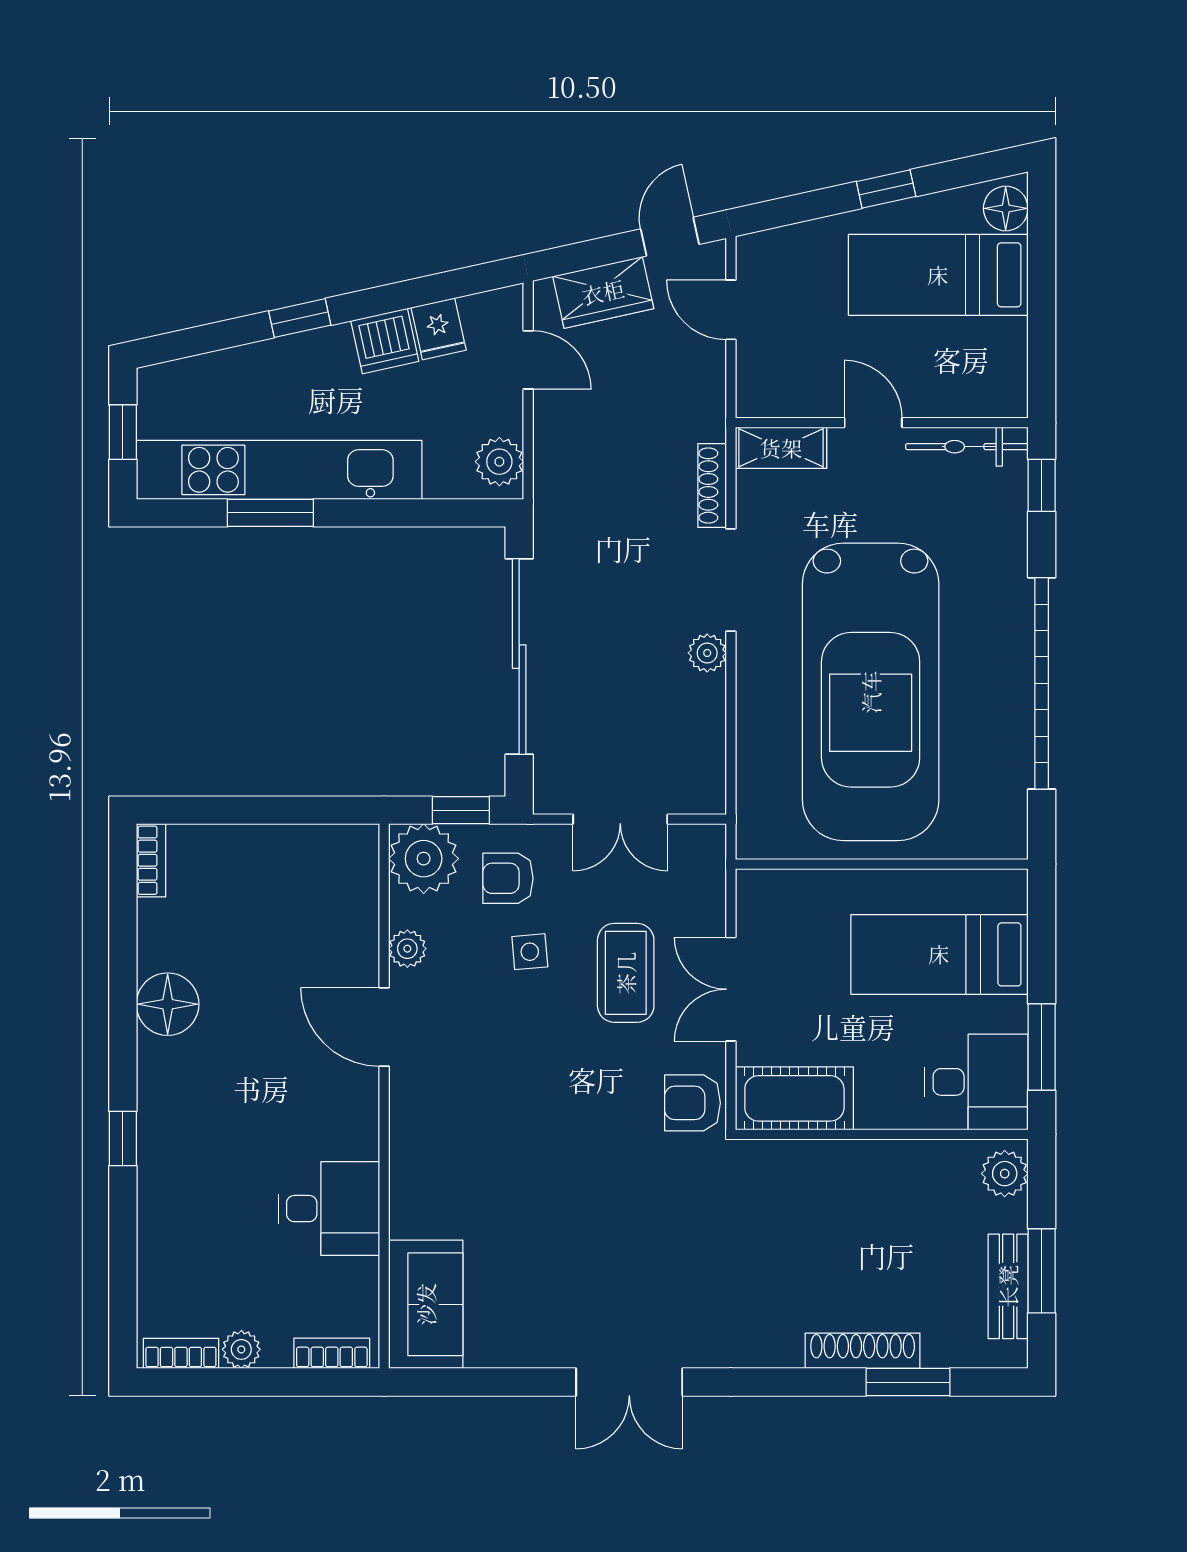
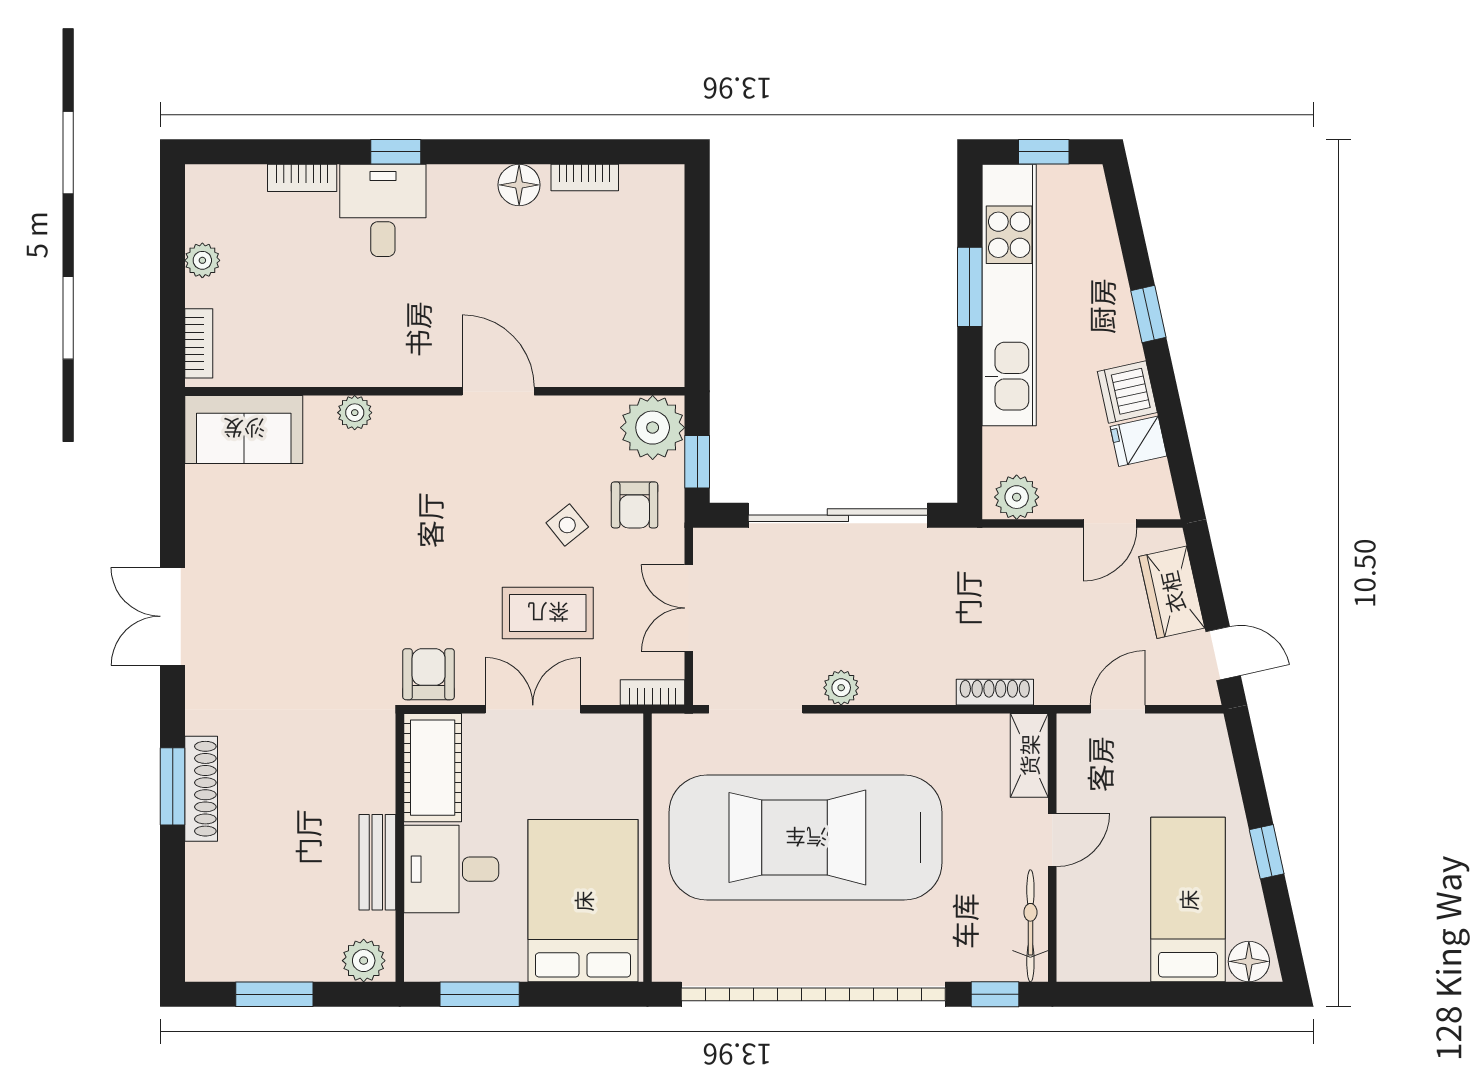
door: (731, 310) -> (1118, 709), moved
doorway: (731, 580) -> (756, 709), moved
garage door: (1042, 683) -> (813, 994), width x1.36
bookcase: (712, 859) -> (653, 692), added
bookcase: (151, 860) -> (585, 178), moved
armchair: (508, 878) -> (635, 505), turned 180
plant: (407, 949) -> (355, 413), moved
side table: (530, 952) -> (567, 525), turned -34
bed: (939, 954) -> (583, 901), width x1.50
floor lamp: (168, 1004) -> (519, 185), width x0.73, depth x0.73
door: (384, 1027) -> (498, 391), hinge flipped
desk: (976, 1082) -> (451, 869), moved, turned 90
desk: (329, 1209) -> (383, 210), moved, turned 180
bench: (1008, 1286) -> (377, 862), moved, turned 90
shoe rack: (863, 1351) -> (201, 789), moved
bookcase: (181, 1353) -> (302, 178), moved, turned 90
window: (908, 1382) -> (173, 786), moved

